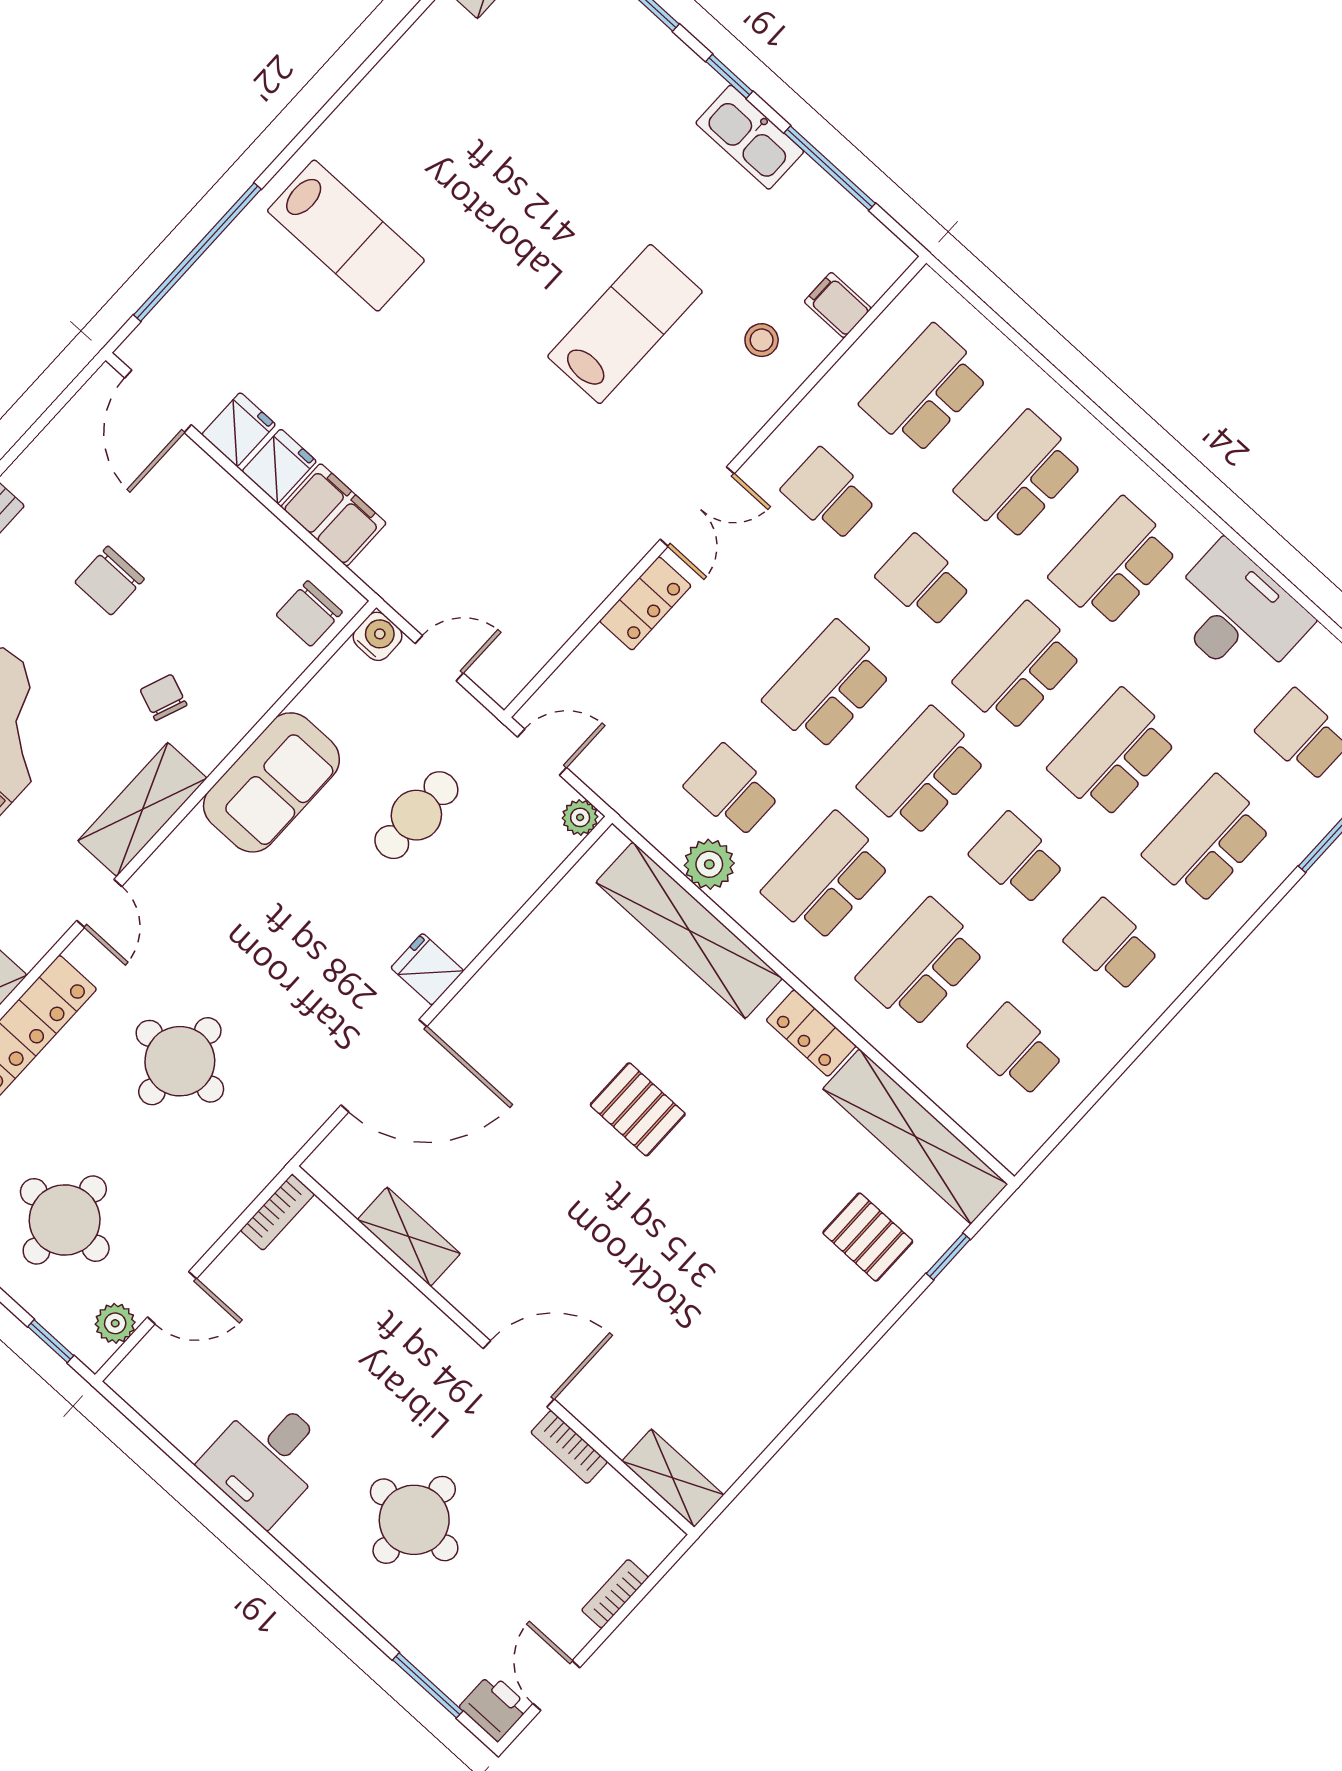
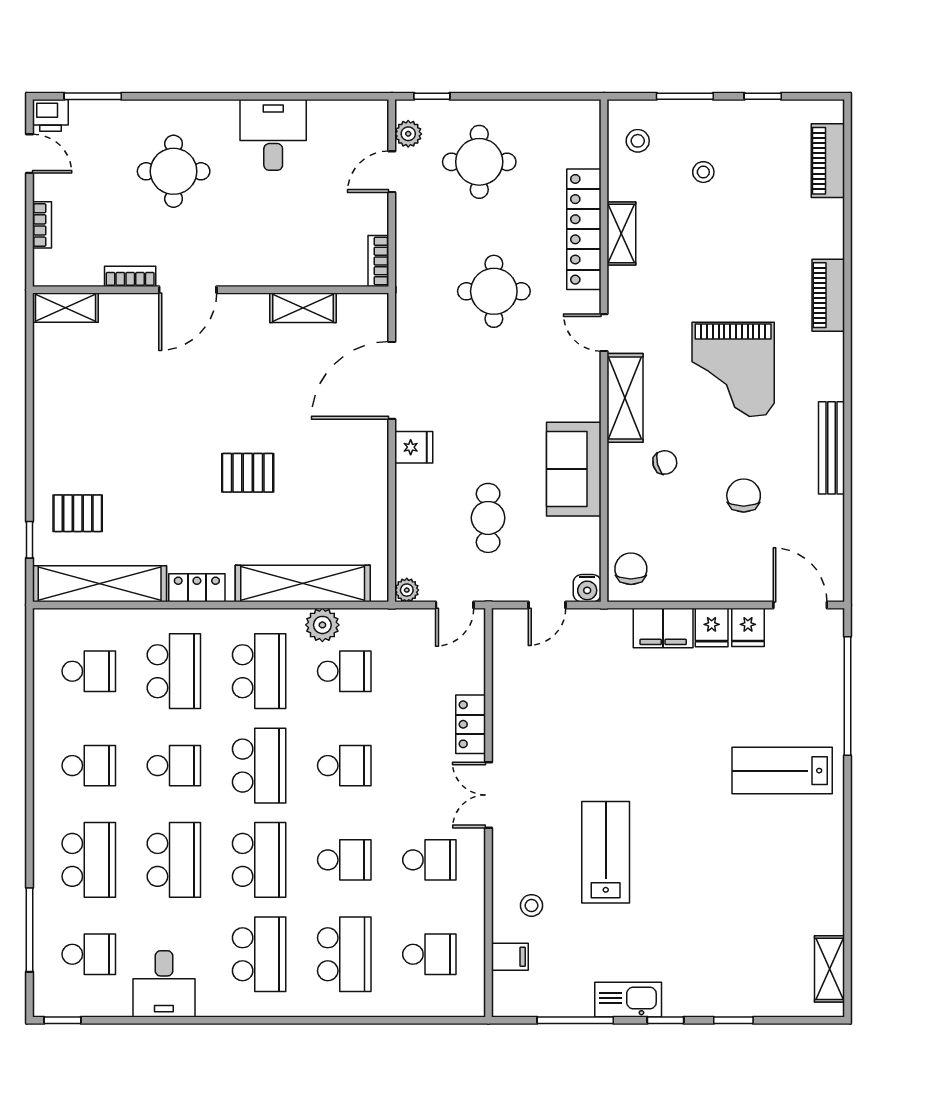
lab bench: (625, 324) -> (606, 852), turned 180
school desk: (925, 390) -> (429, 954), width x0.54
desk: (1237, 614) -> (164, 984), width x0.73
school desk: (828, 686) -> (344, 766), width x0.54
chair: (164, 697) -> (665, 462), turned -36

